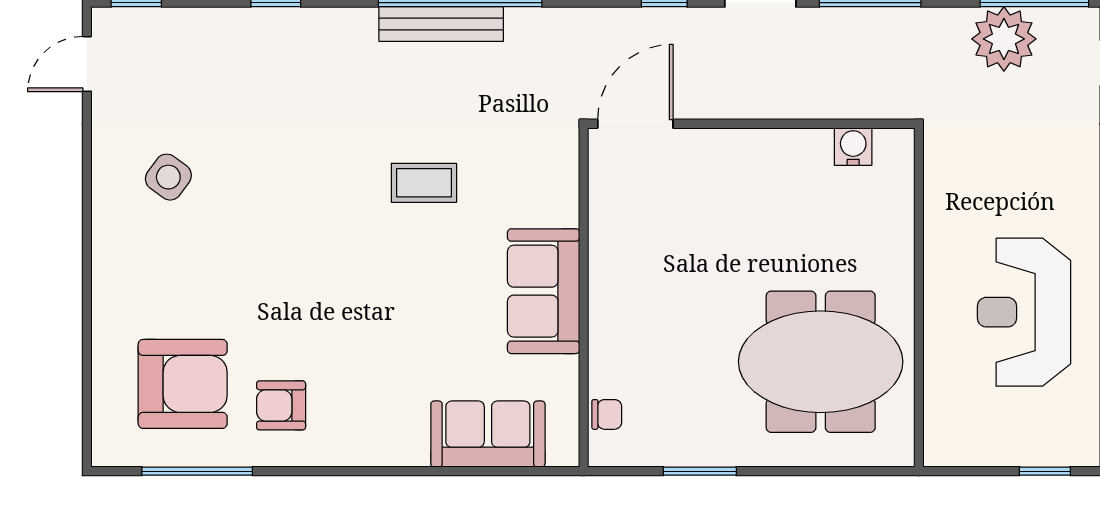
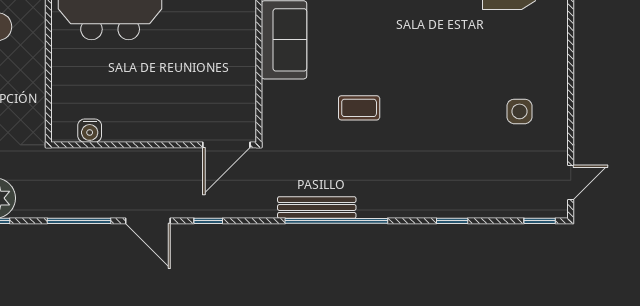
bench: (441, 24) -> (317, 207), moved
side table: (168, 177) -> (519, 111), turned -36

